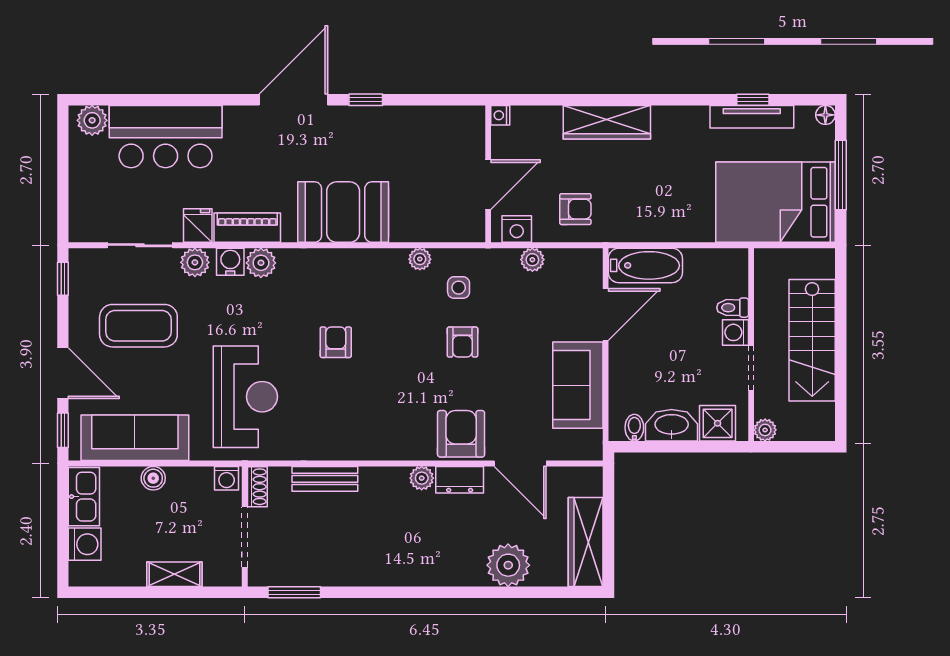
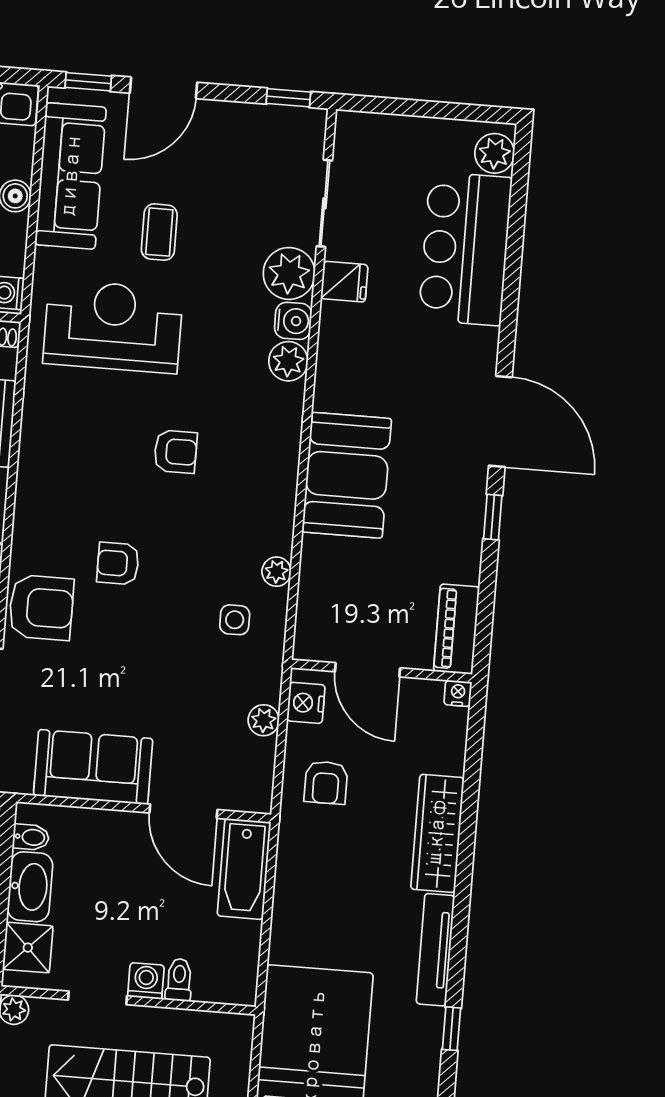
tv unit: (752, 117) -> (435, 950), moved
piano: (247, 228) -> (457, 629), moved, turned 180
plant: (195, 262) -> (289, 273), width x1.36, depth x1.36
coffee table: (138, 326) -> (159, 232), moved, width x0.54, depth x0.58
armchair: (462, 342) -> (118, 563), moved
reception desk: (245, 397) -> (113, 326), turned 180

